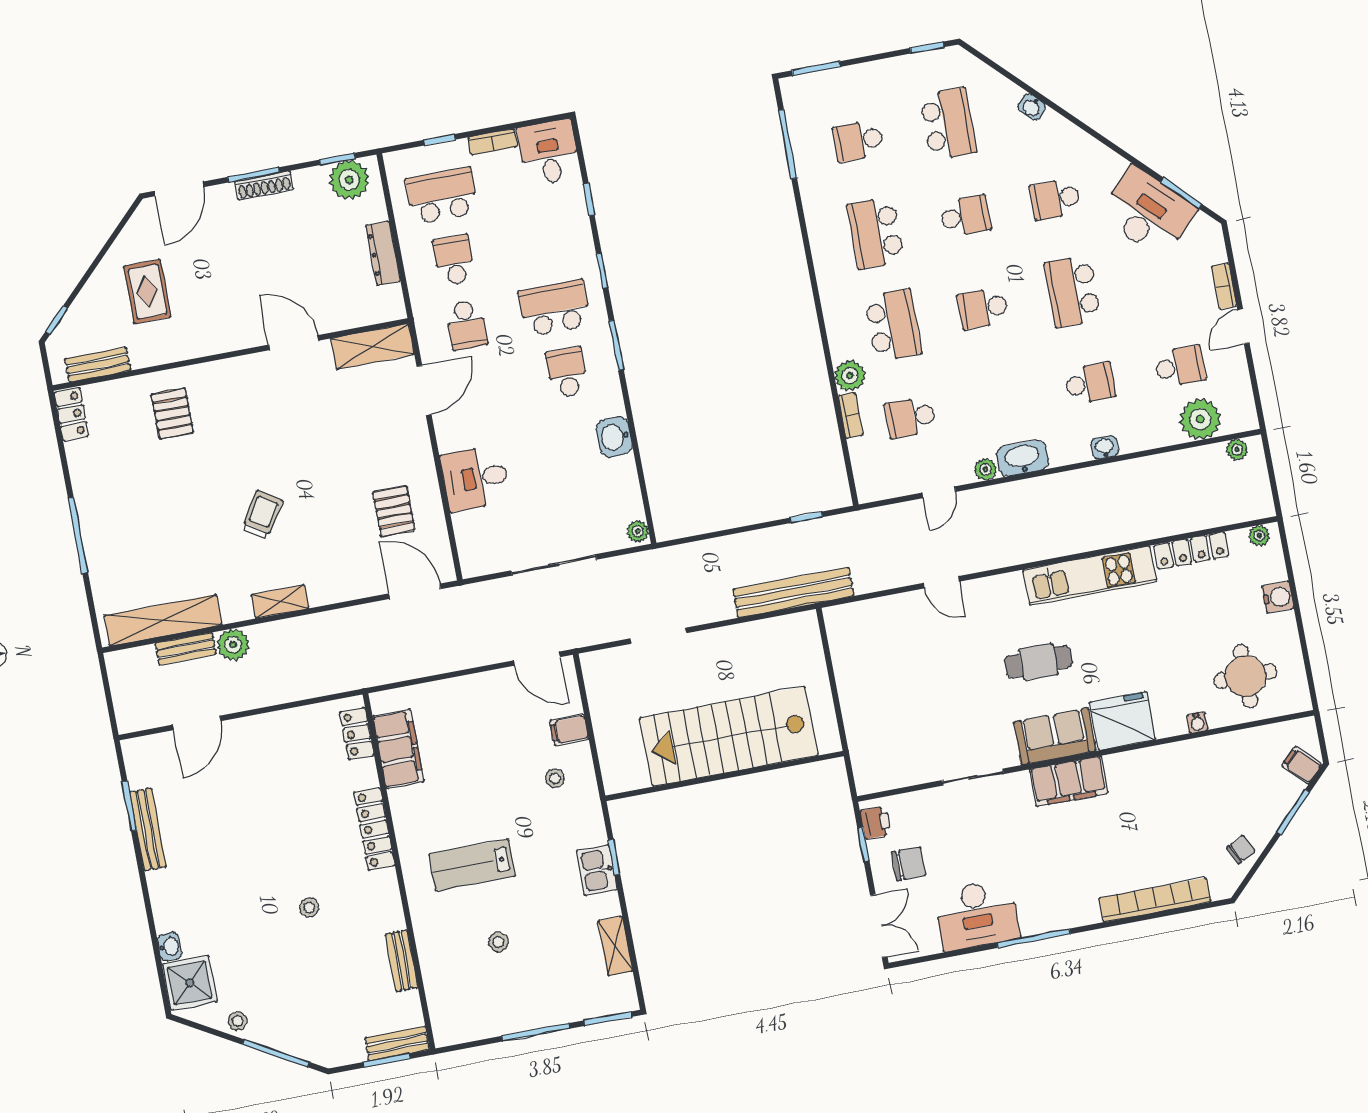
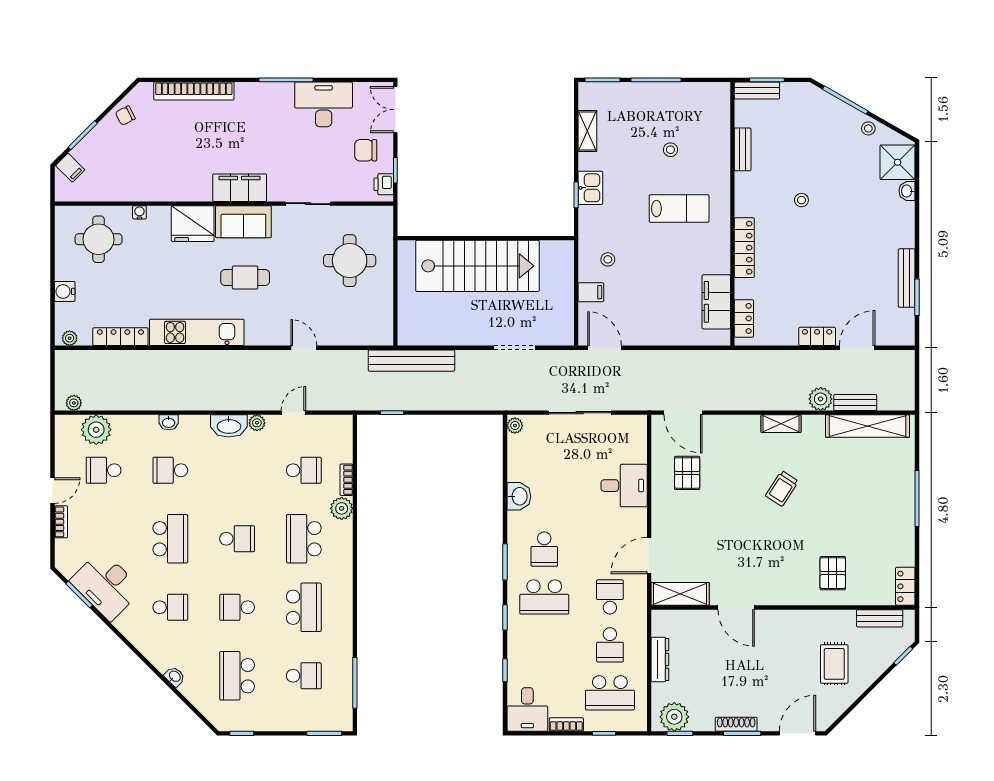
round table: (902, 711) -> (350, 261), added
locker: (254, 728) -> (817, 336), added

